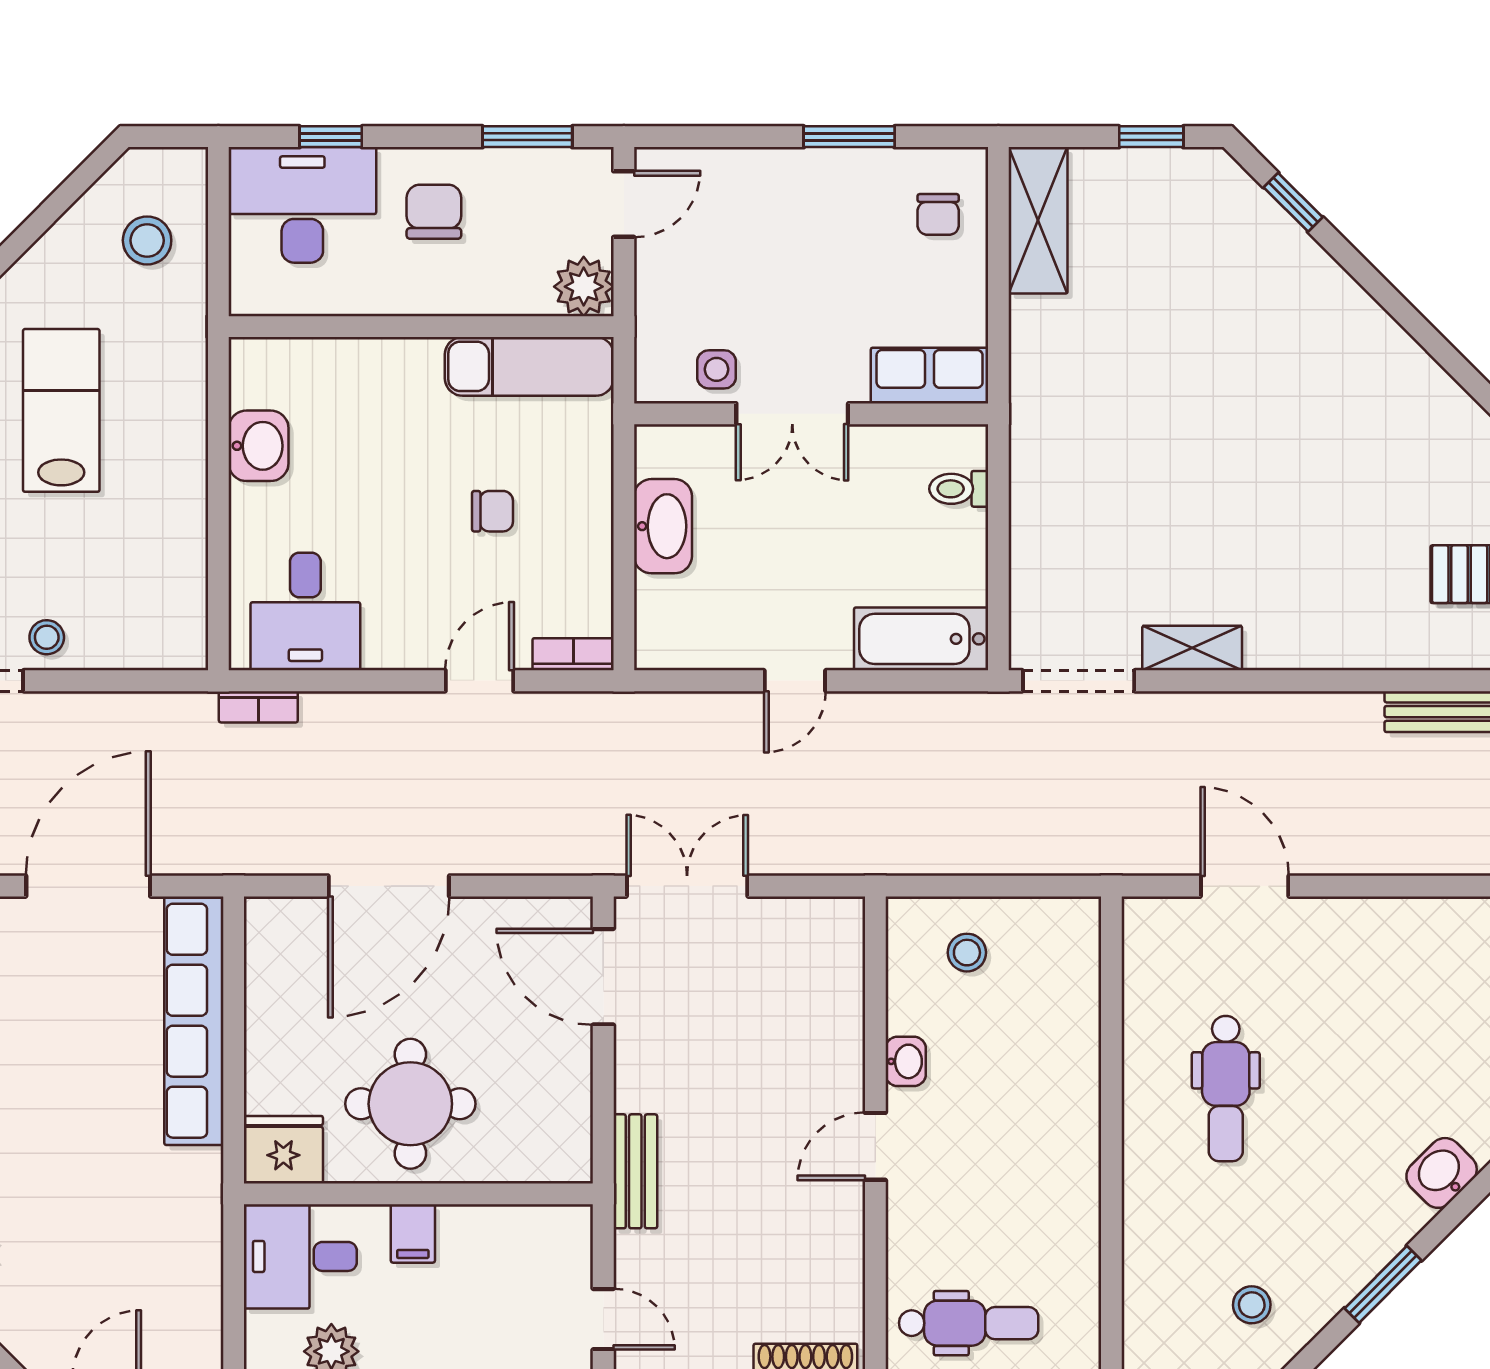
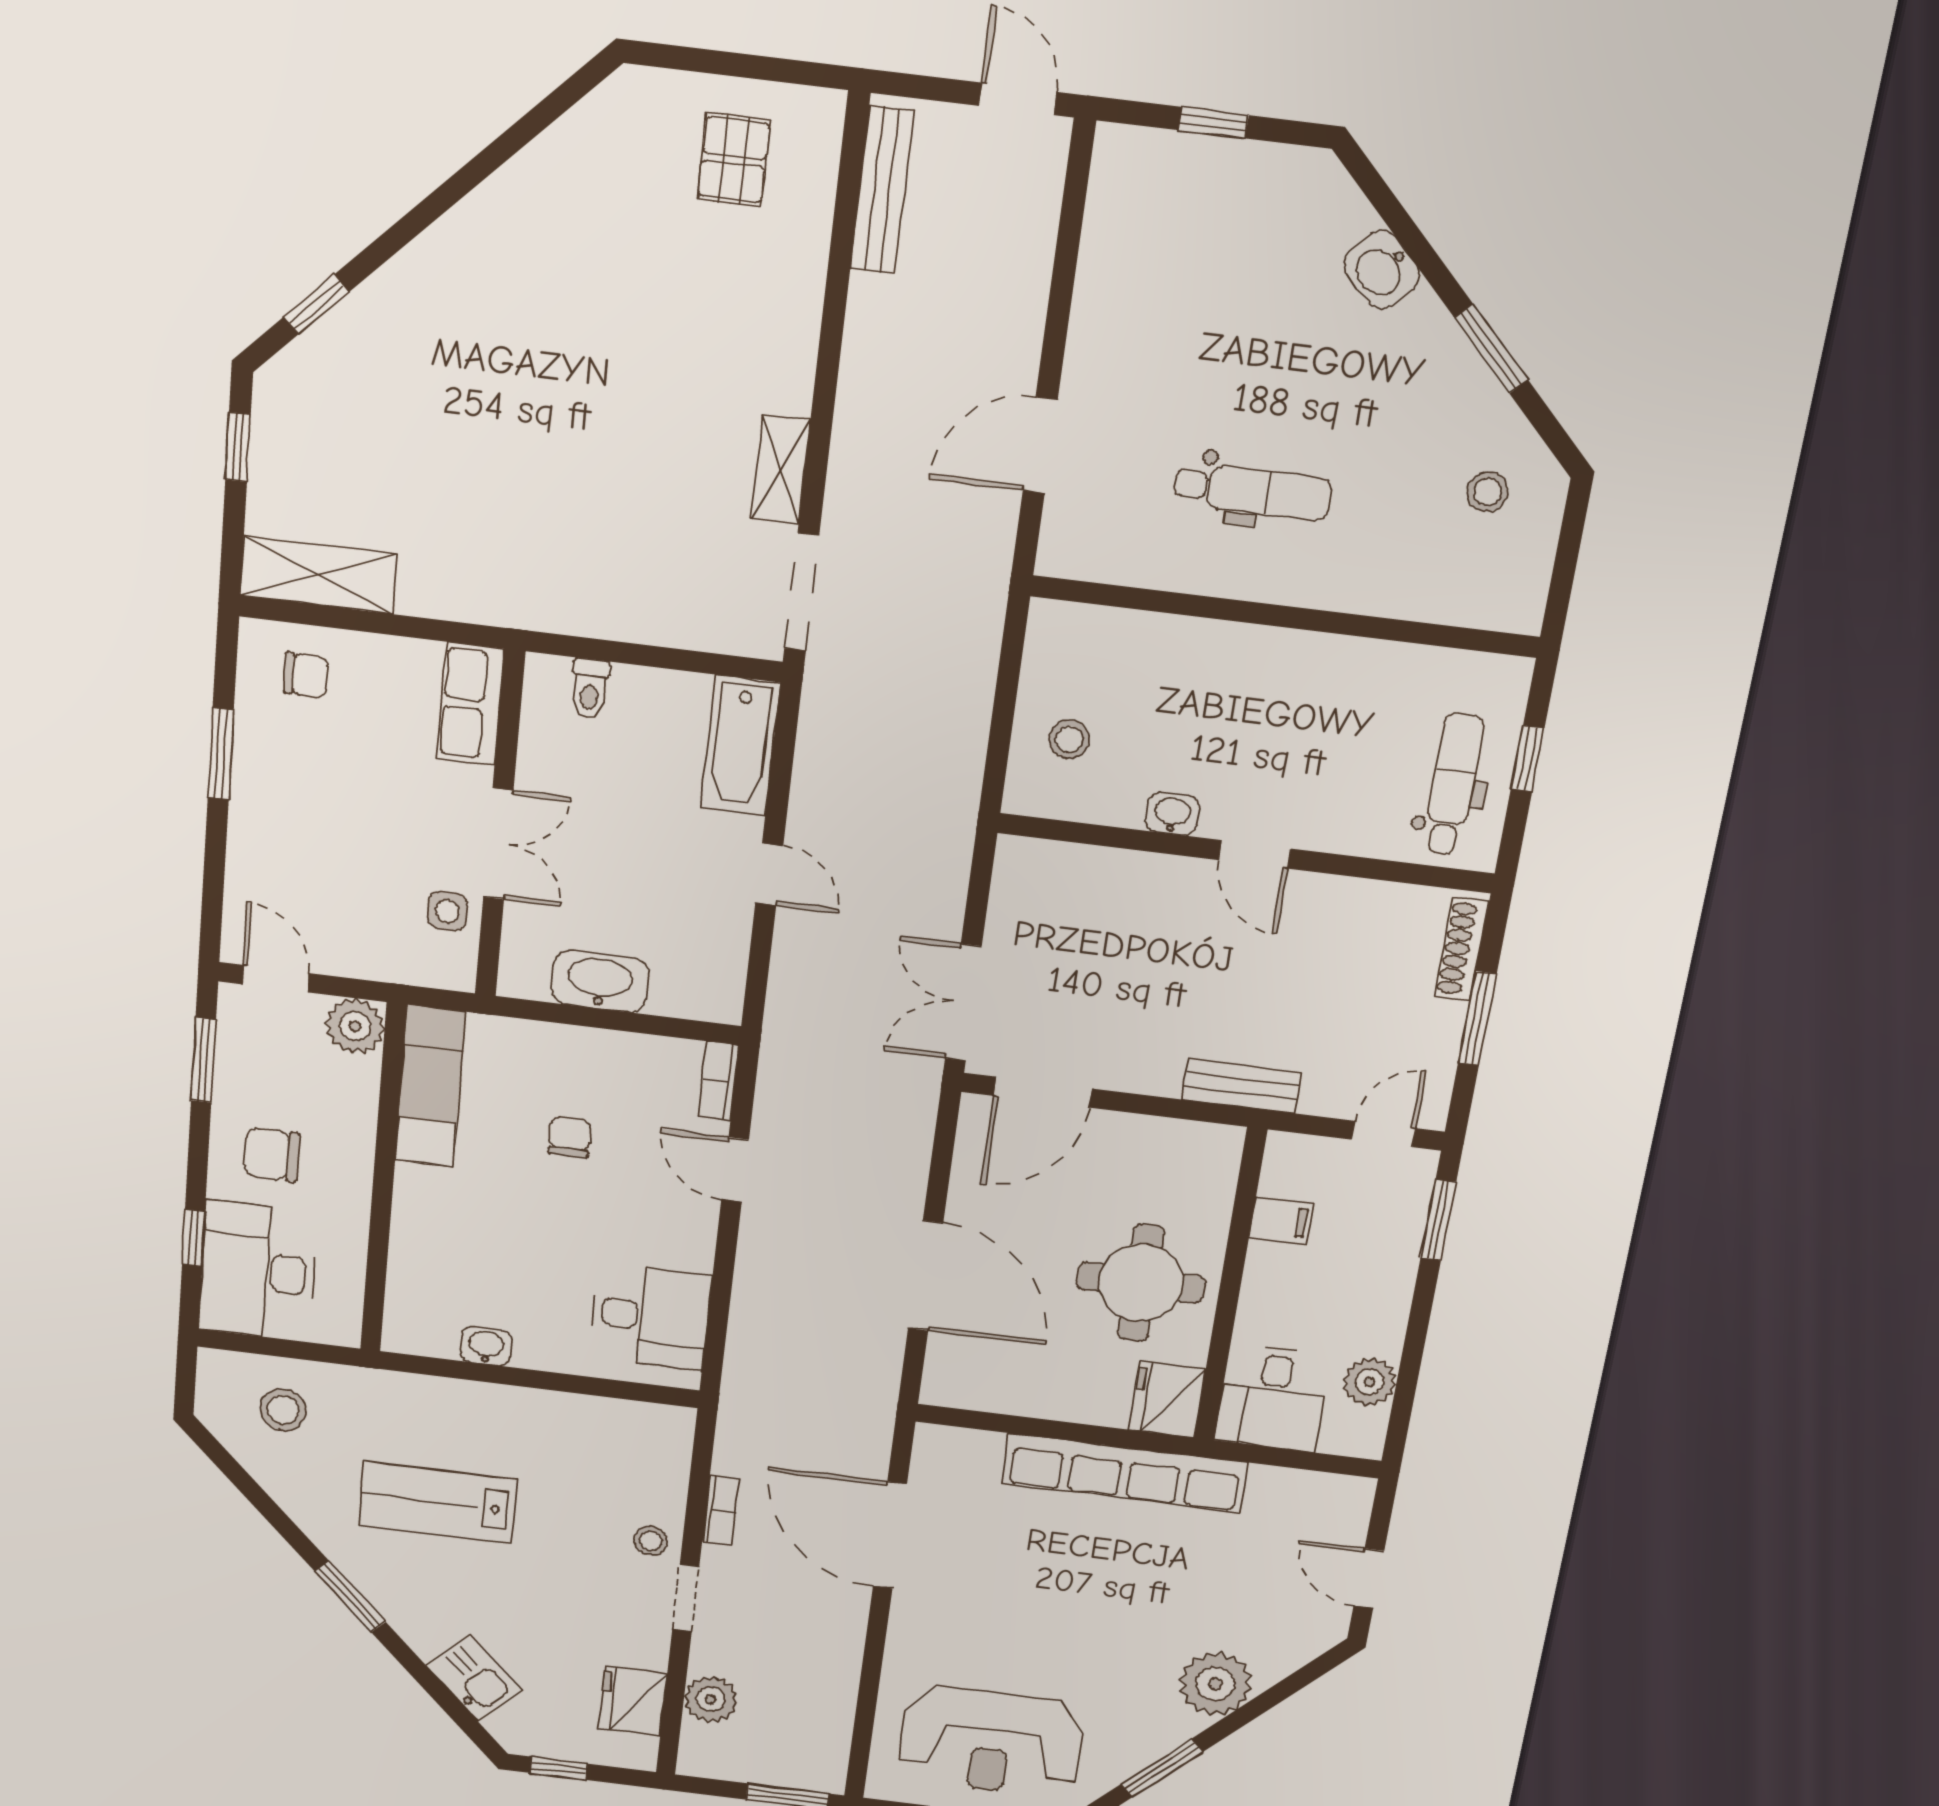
washbasin: (258, 446) -> (486, 1346), width x0.72, depth x0.69
bookcase: (258, 707) -> (721, 1510), moved
row of seats: (194, 1021) -> (1125, 1473), moved
filing cabinet: (413, 1234) -> (1281, 1220), moved

